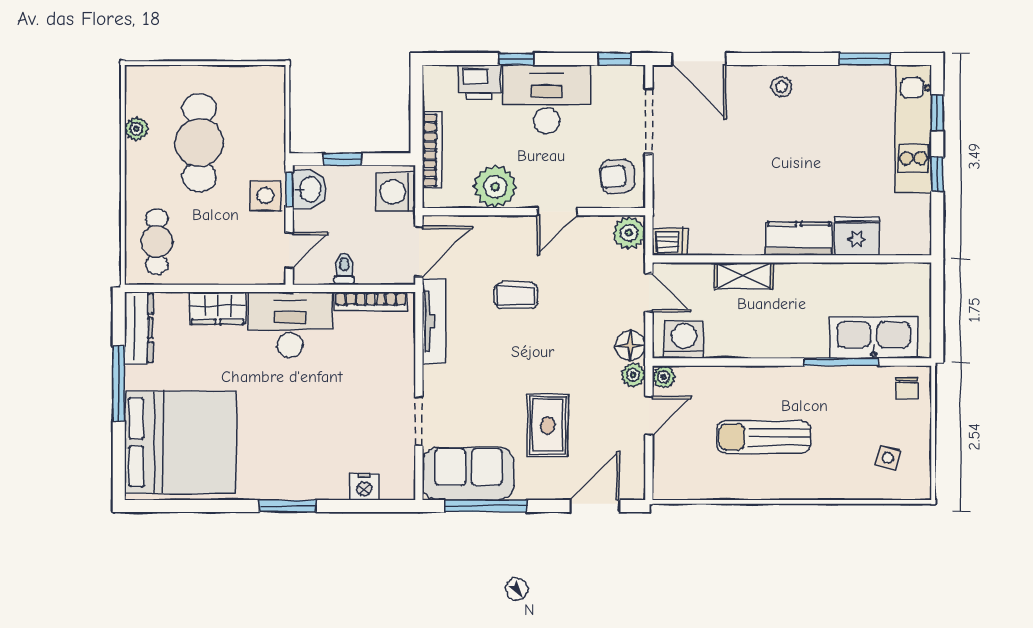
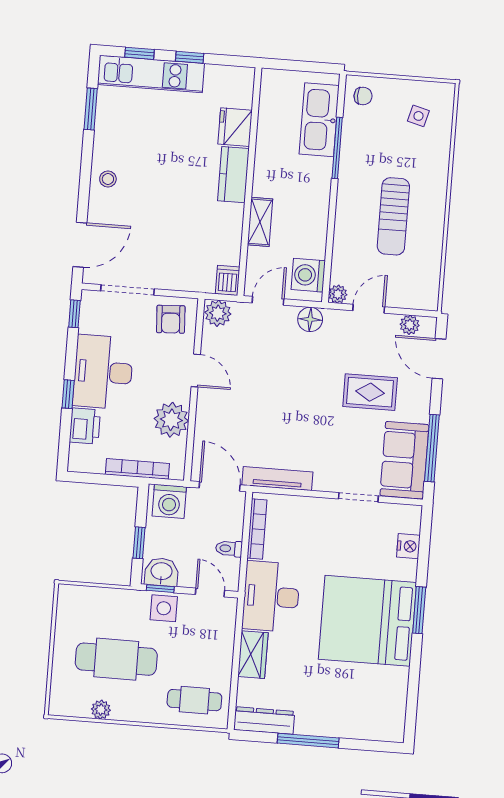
coffee table: (516, 296) -> (262, 410), removed
plant: (633, 375) -> (410, 325), moved
door: (649, 416) -> (369, 309), hinge flipped
bed: (180, 442) -> (367, 621), moved, turned -90

